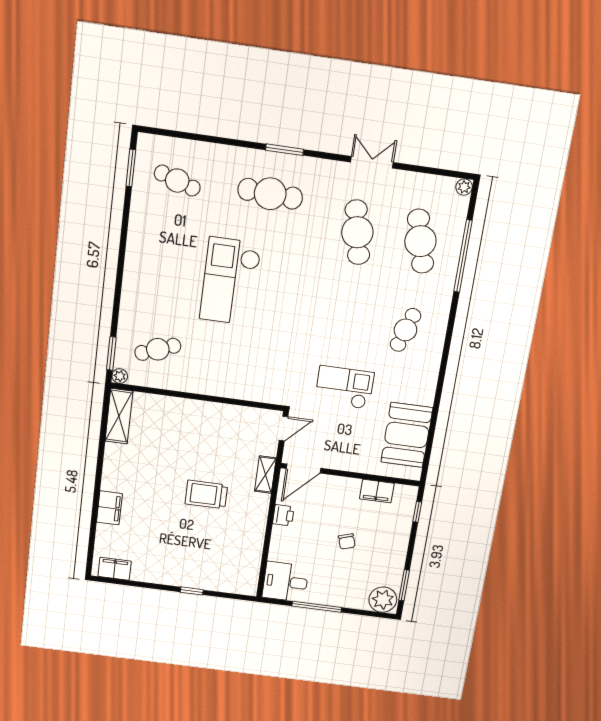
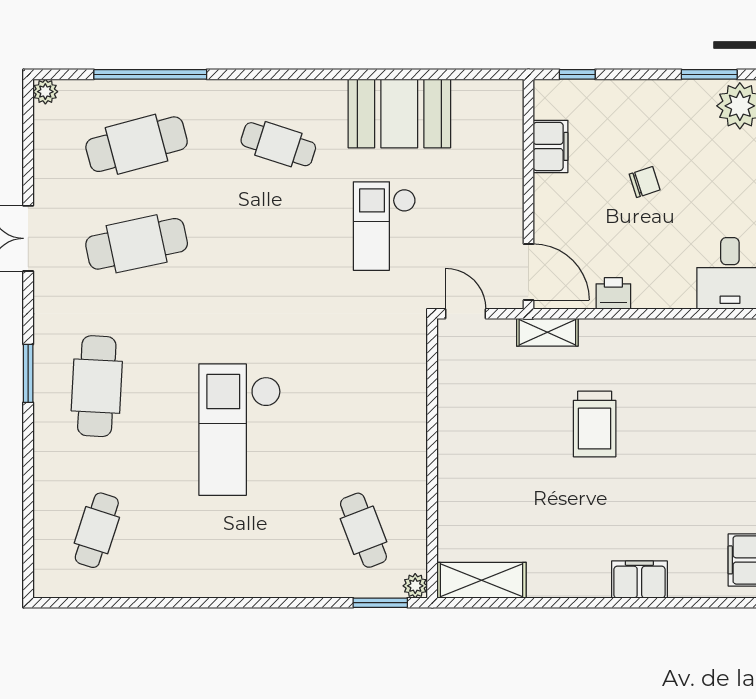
window: (131, 168) -> (88, 603), removed
checkout: (230, 281) -> (240, 430), turned 90
booth: (407, 435) -> (399, 113), moved

